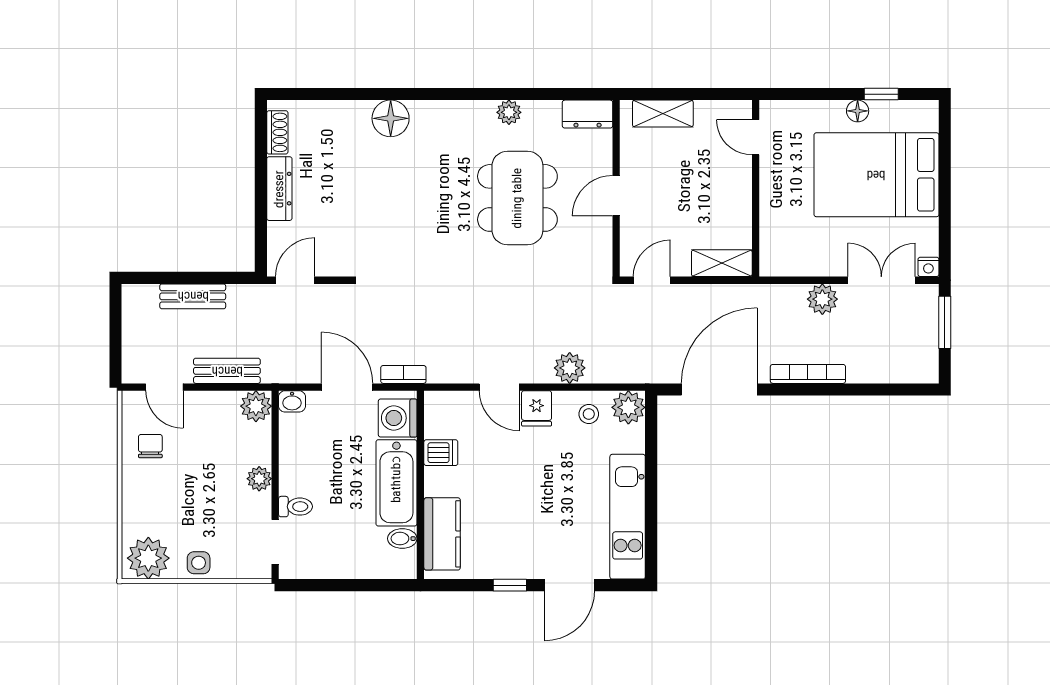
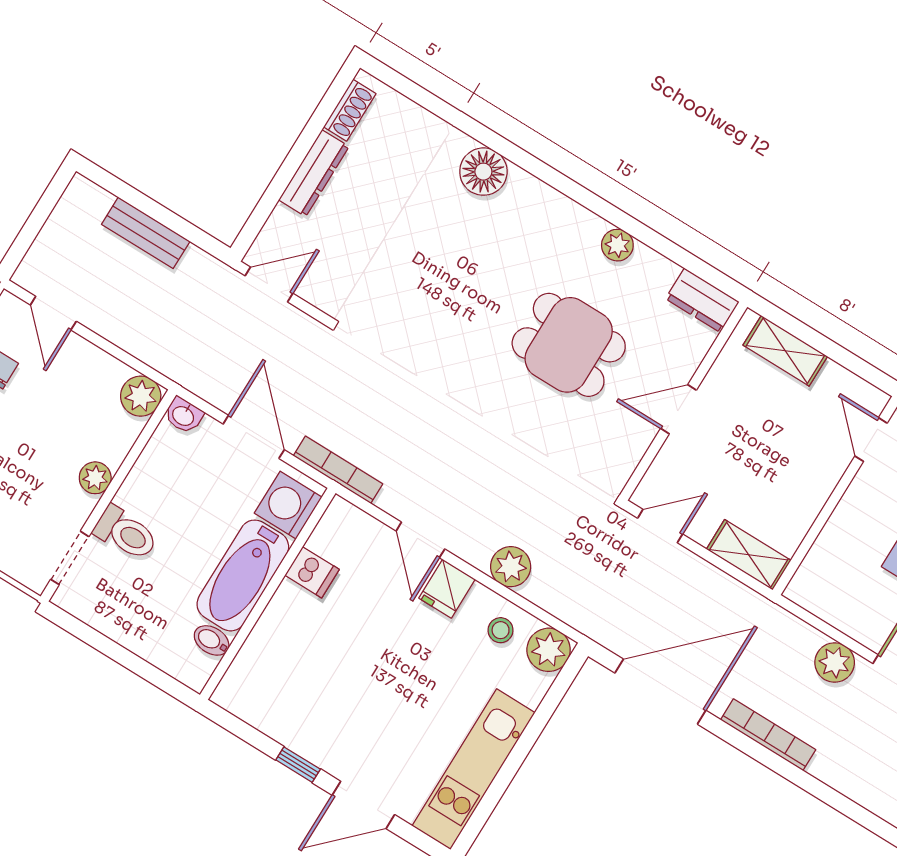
dining table: (517, 198) -> (569, 345), width x0.73
bench: (227, 371) -> (133, 338), removed
bookcase: (403, 374) -> (338, 470), width x1.56
toilet: (295, 507) -> (126, 533), width x1.37, depth x1.39
kitchen counter: (442, 534) -> (258, 662), removed

